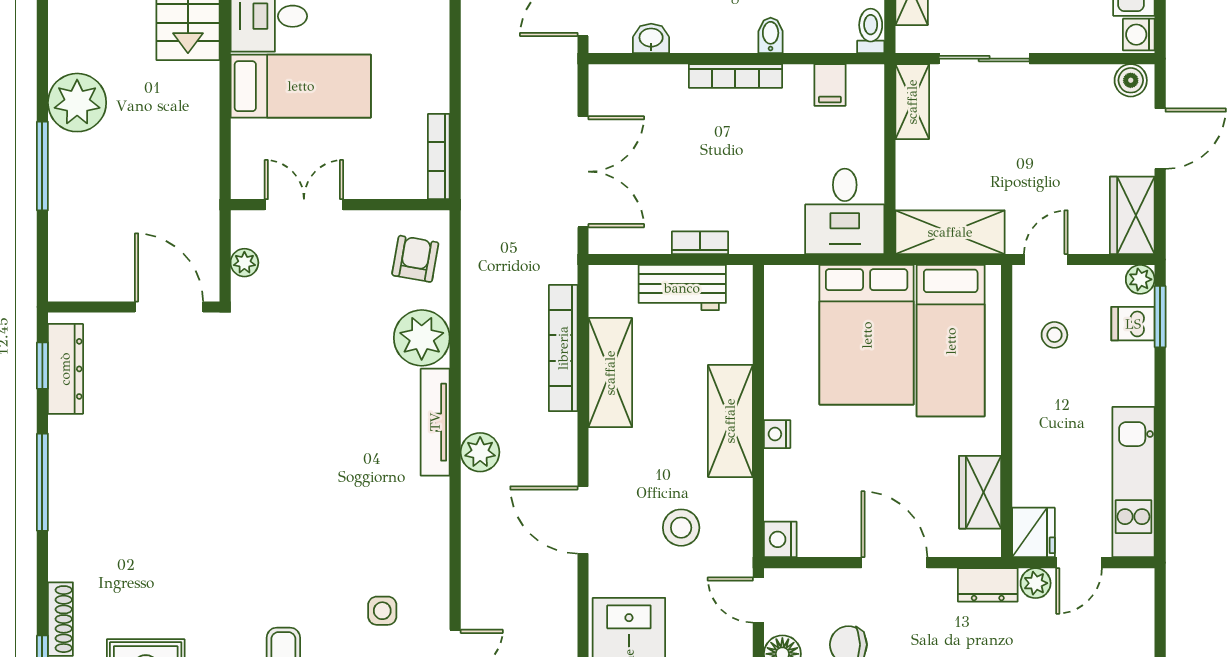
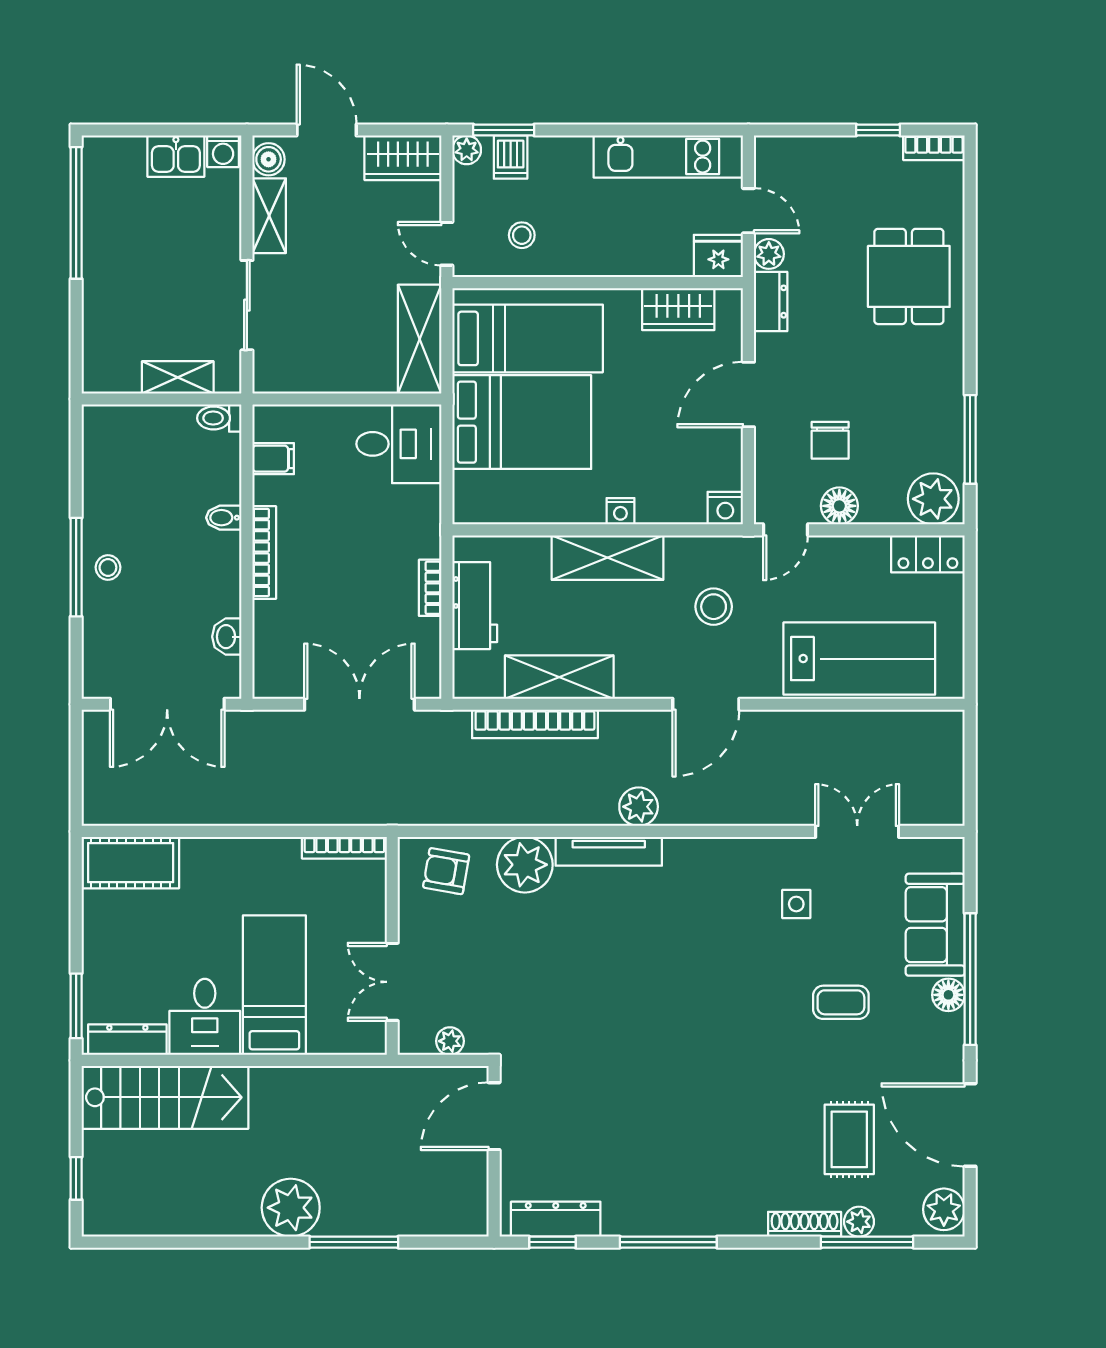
shelving: (912, 102) -> (269, 216), moved, turned 90

